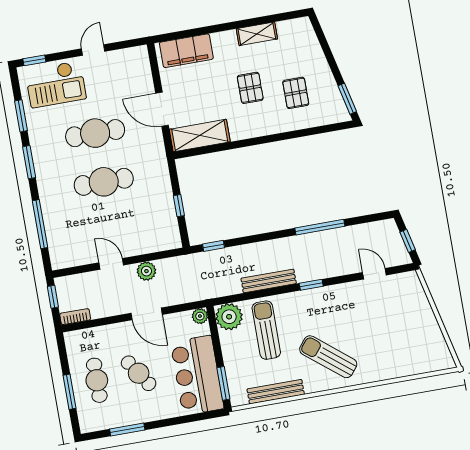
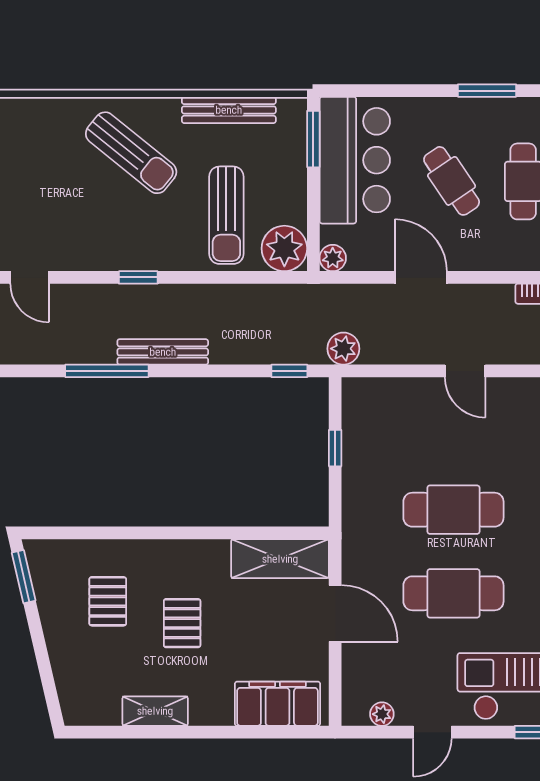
plant: (124, 55) -> (382, 714), added
plant: (146, 271) -> (343, 349), moved
bench: (269, 281) -> (163, 352), moved

